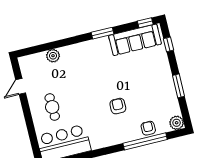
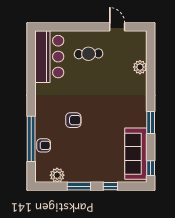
window: (168, 44) -> (110, 186), moved
plant: (177, 123) -> (57, 175), moved

